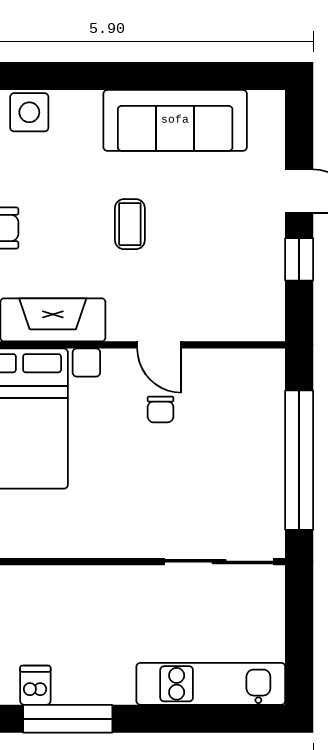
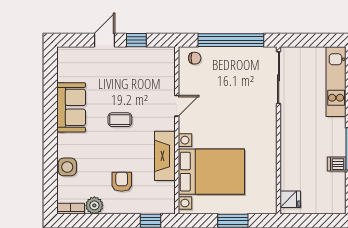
sofa: (175, 120) -> (71, 107), width x0.73
chair: (161, 409) -> (195, 58), moved

